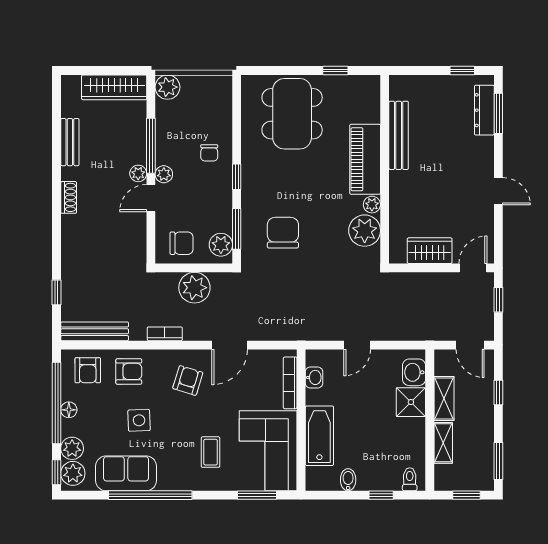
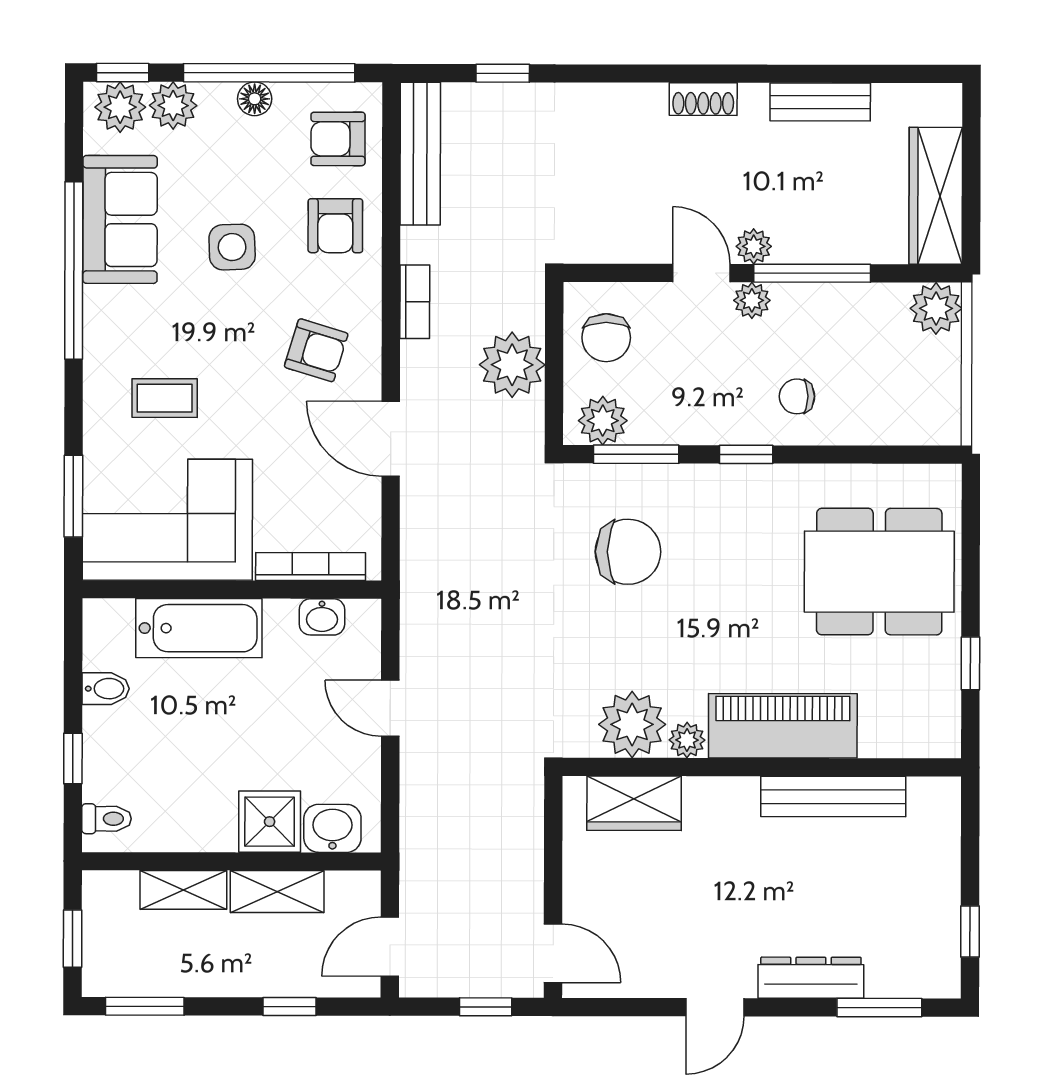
dresser: (484, 110) -> (811, 978), moved
wardrobe: (430, 251) -> (634, 803), moved, turned 90

